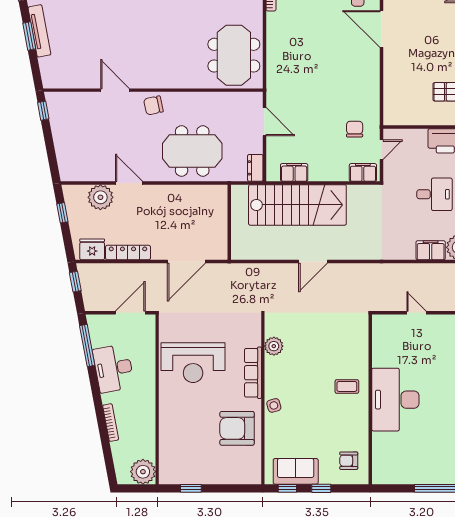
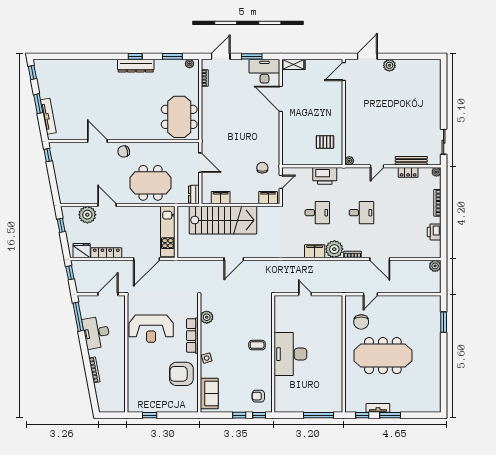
tv unit: (39, 31) -> (48, 116), moved
kitchen unit: (217, 222) -> (168, 231), added
sofa: (296, 471) -> (209, 393), moved, turned 90
plant: (143, 472) -> (117, 404), removed
window: (287, 488) -> (259, 415), moved

